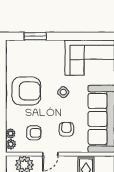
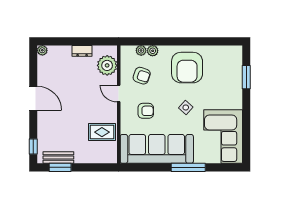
armchair: (34, 133) -> (142, 76), turned -71
plant: (11, 144) -> (153, 51), moved

